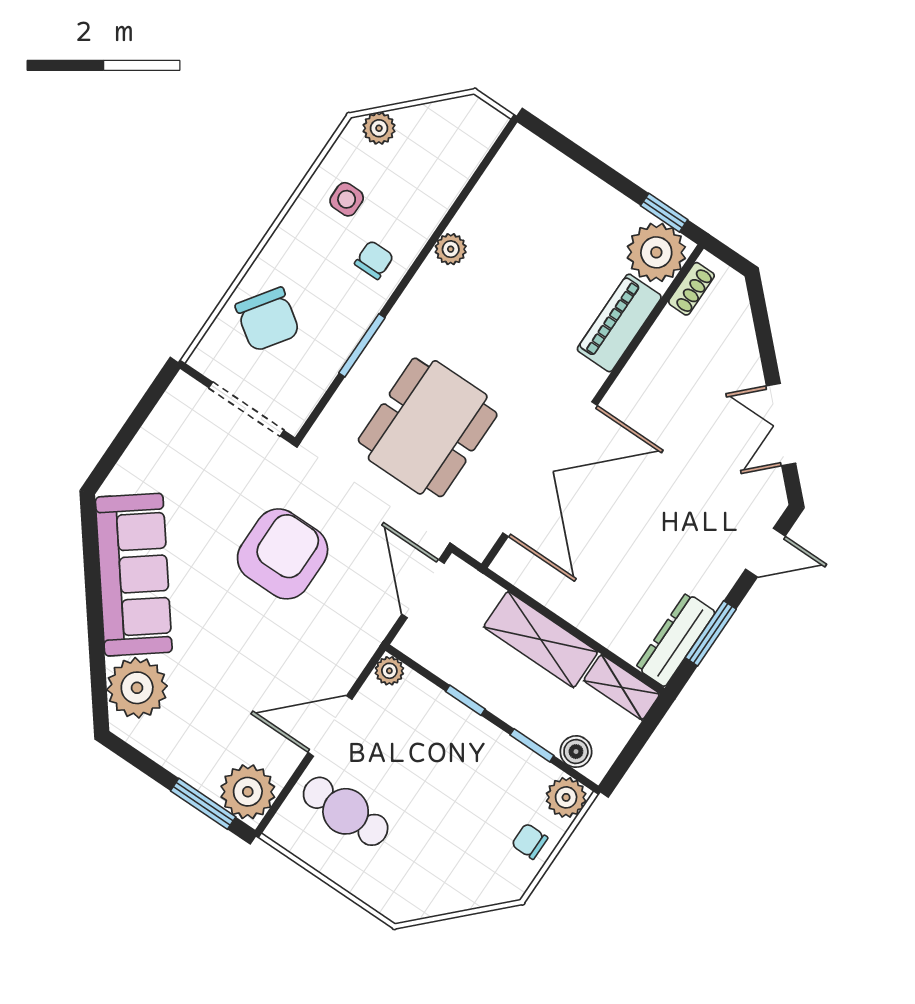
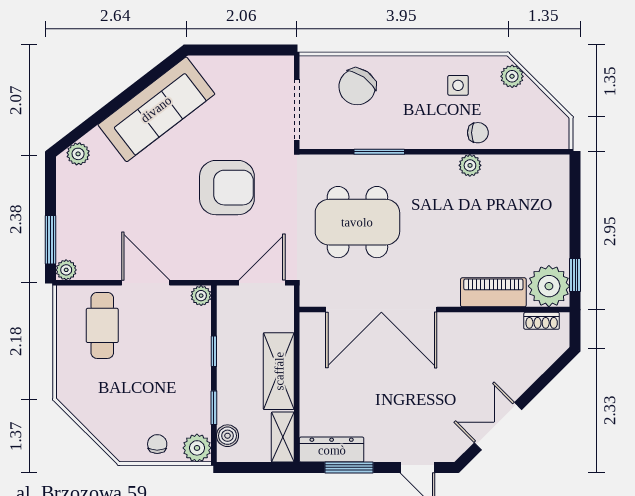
chair: (374, 260) -> (478, 133), moved
plant: (137, 688) -> (78, 154), width x0.53, depth x0.53
plant: (248, 792) -> (66, 270), width x0.53, depth x0.53

